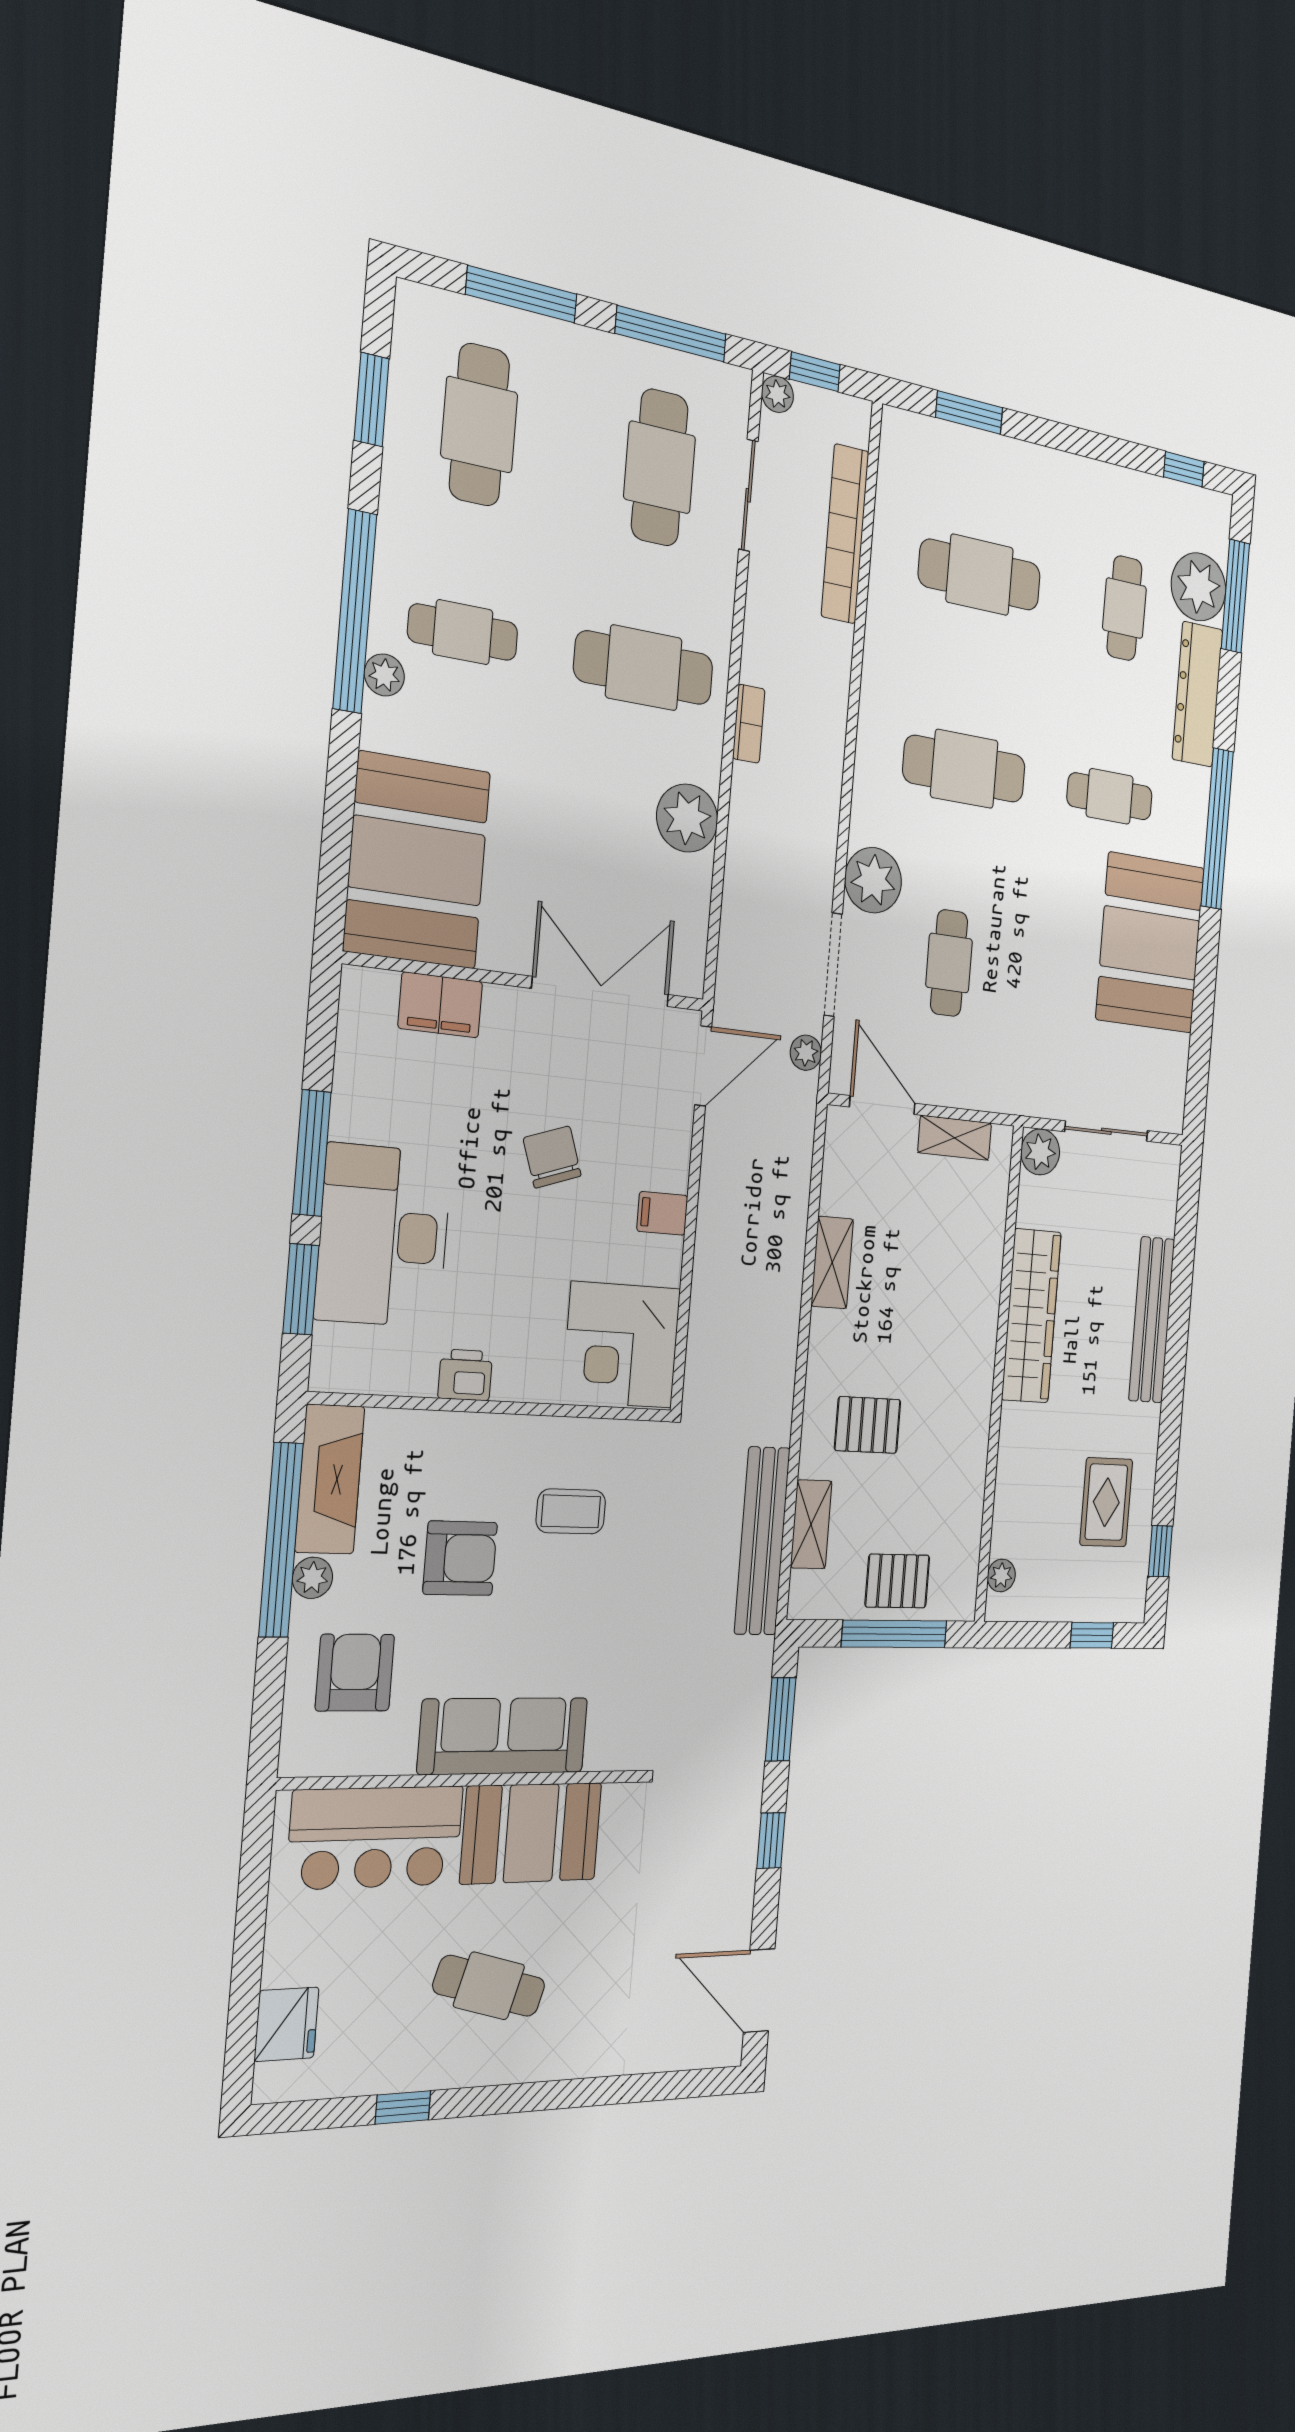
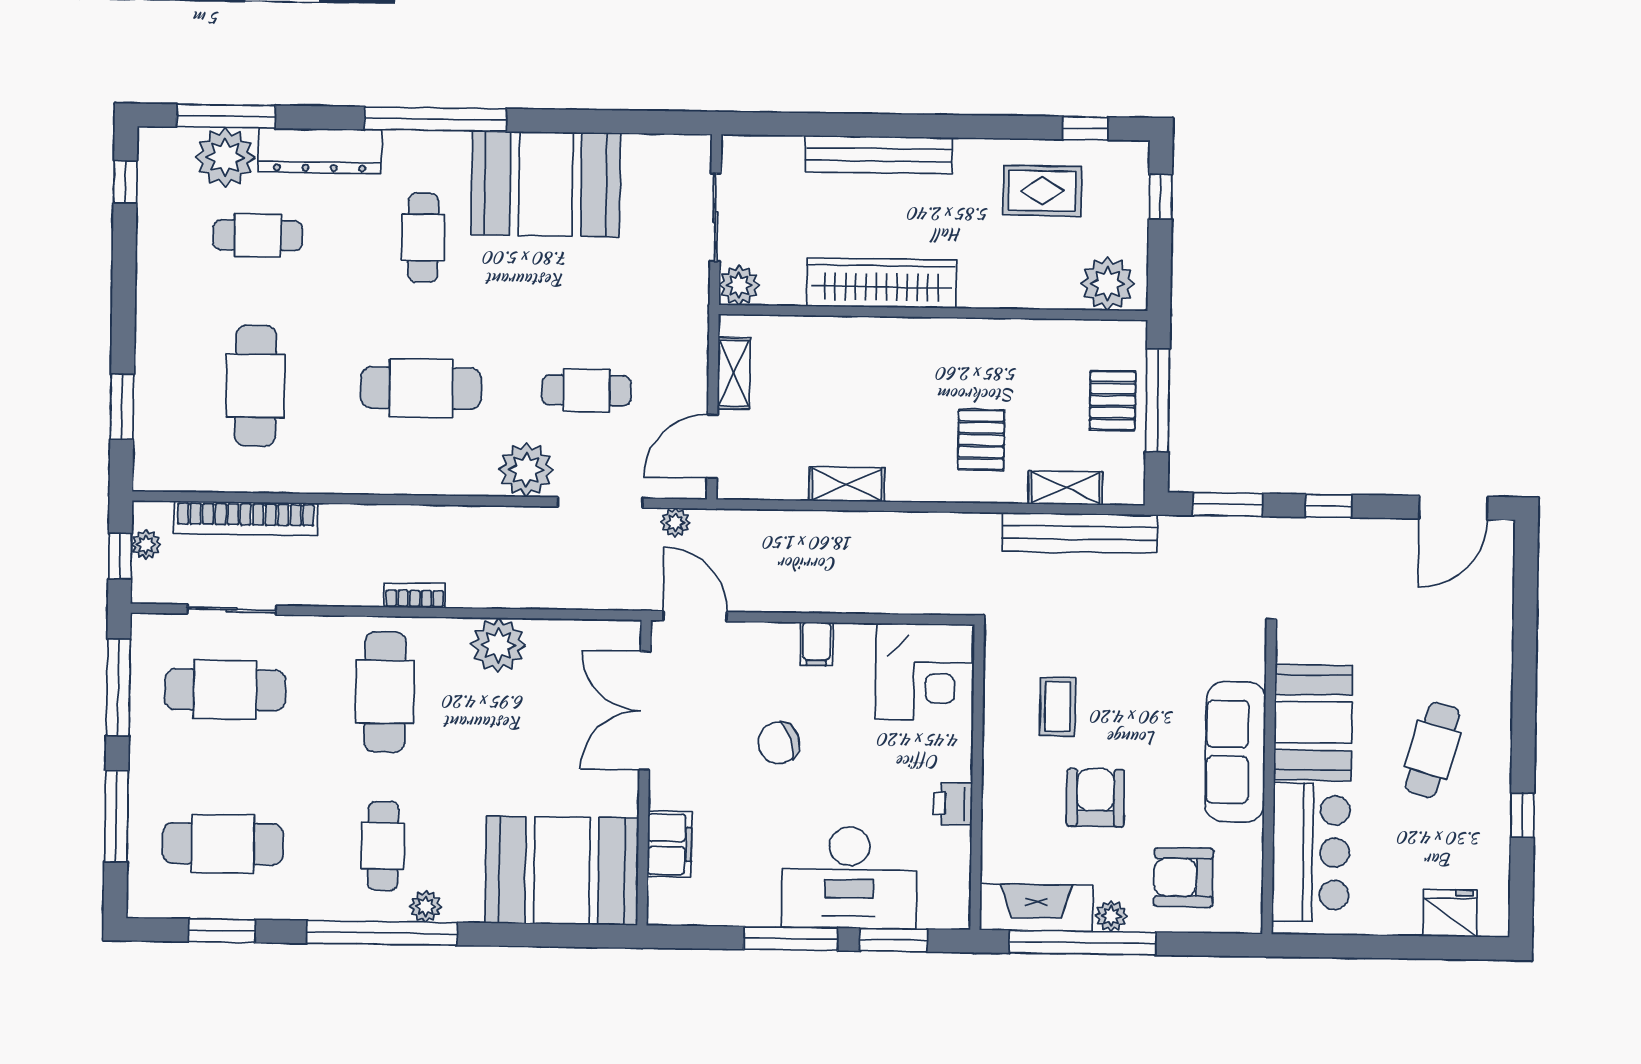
plant: (777, 394) -> (146, 545), moved
cafe table: (964, 769) -> (421, 388), turned 90
plant: (1001, 1575) -> (1108, 284), width x1.87, depth x1.87

